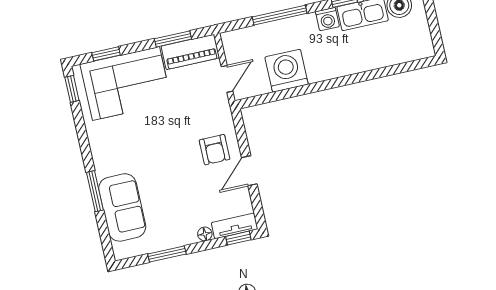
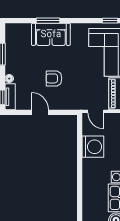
armchair: (215, 150) -> (54, 78), moved
sofa: (122, 207) -> (51, 34), moved

